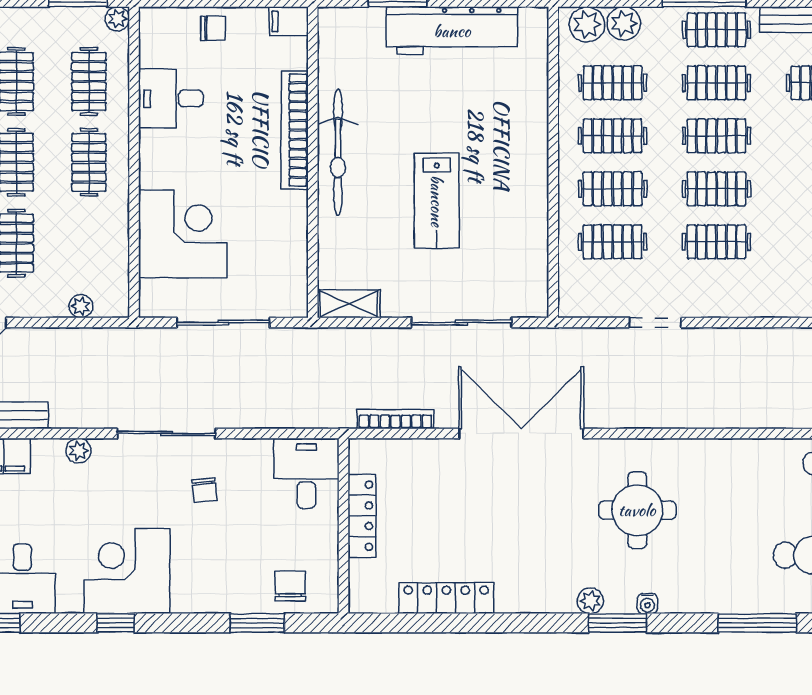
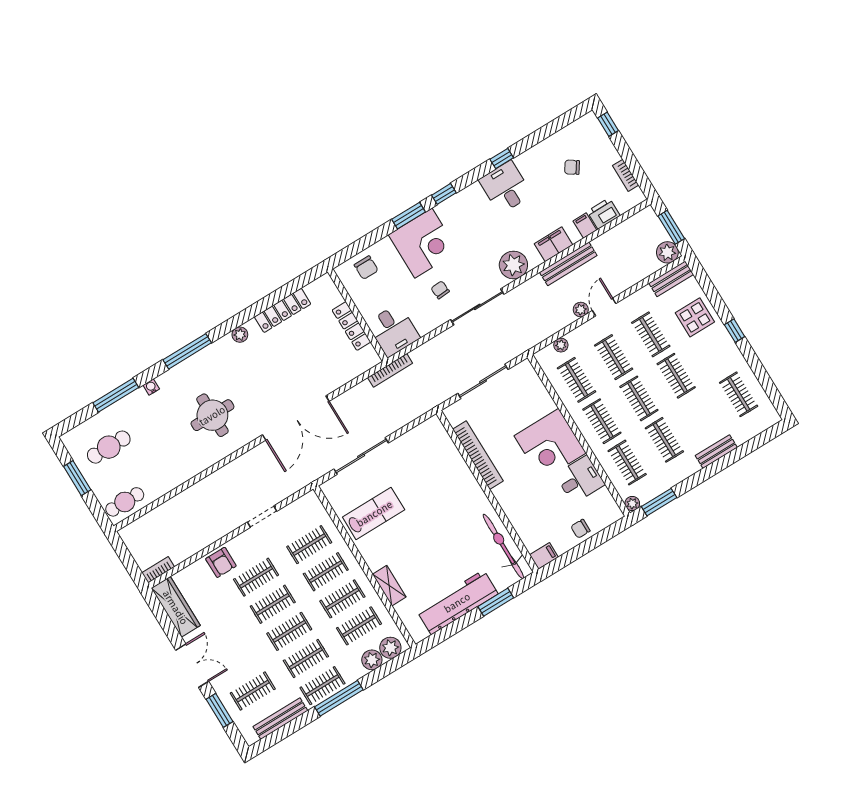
bookcase: (295, 130) -> (478, 455), moved
bicycle: (338, 152) -> (503, 546), moved
lab bench: (437, 201) -> (374, 513), moved, turned 90
corner desk: (183, 234) -> (550, 444), moved
clothes rail: (89, 243) -> (577, 380), added
armchair: (754, 293) -> (221, 562), added
shelving: (349, 304) -> (389, 586), moved, turned 90
plant: (22, 339) -> (581, 310), added
bookcase: (395, 419) -> (390, 370), moved
plant: (78, 451) -> (513, 265), width x1.88, depth x1.88
corner desk: (127, 571) -> (423, 243), moved
plant: (590, 601) -> (240, 335), moved
water cooler: (647, 604) -> (151, 387), moved
window: (257, 623) -> (409, 216), moved
window: (618, 623) -> (187, 351), width x1.44

